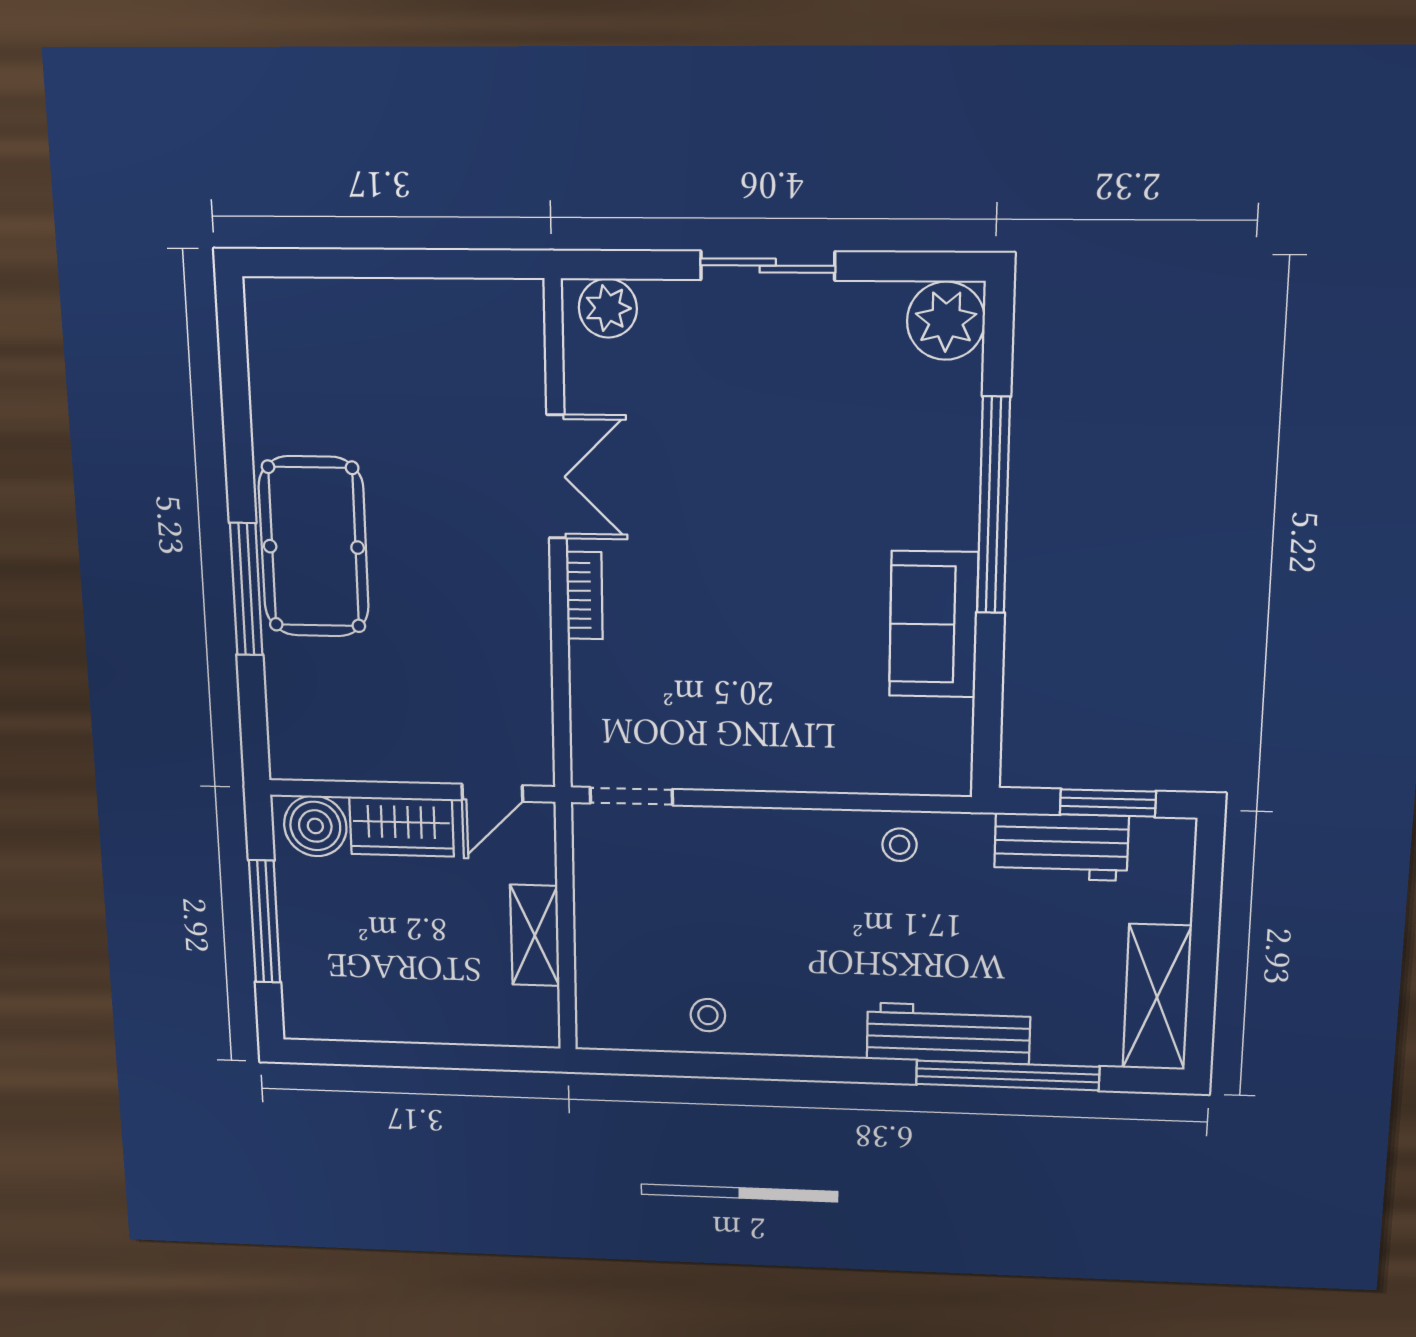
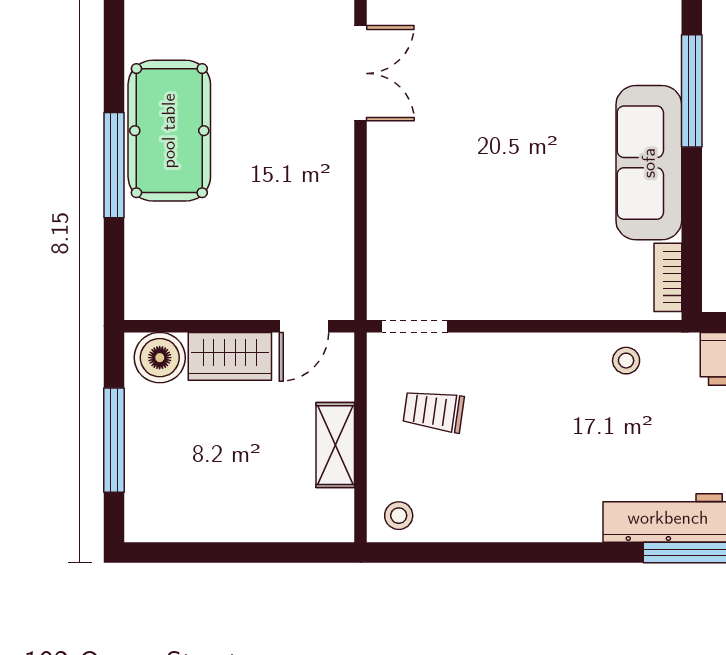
window: (993, 506) -> (692, 91), width x0.68
bookcase: (584, 596) -> (668, 277), moved, turned 180
sofa: (934, 624) -> (649, 163), width x1.36
trolley: (656, 899) -> (434, 411), added
stool: (708, 1015) -> (399, 516), moved

